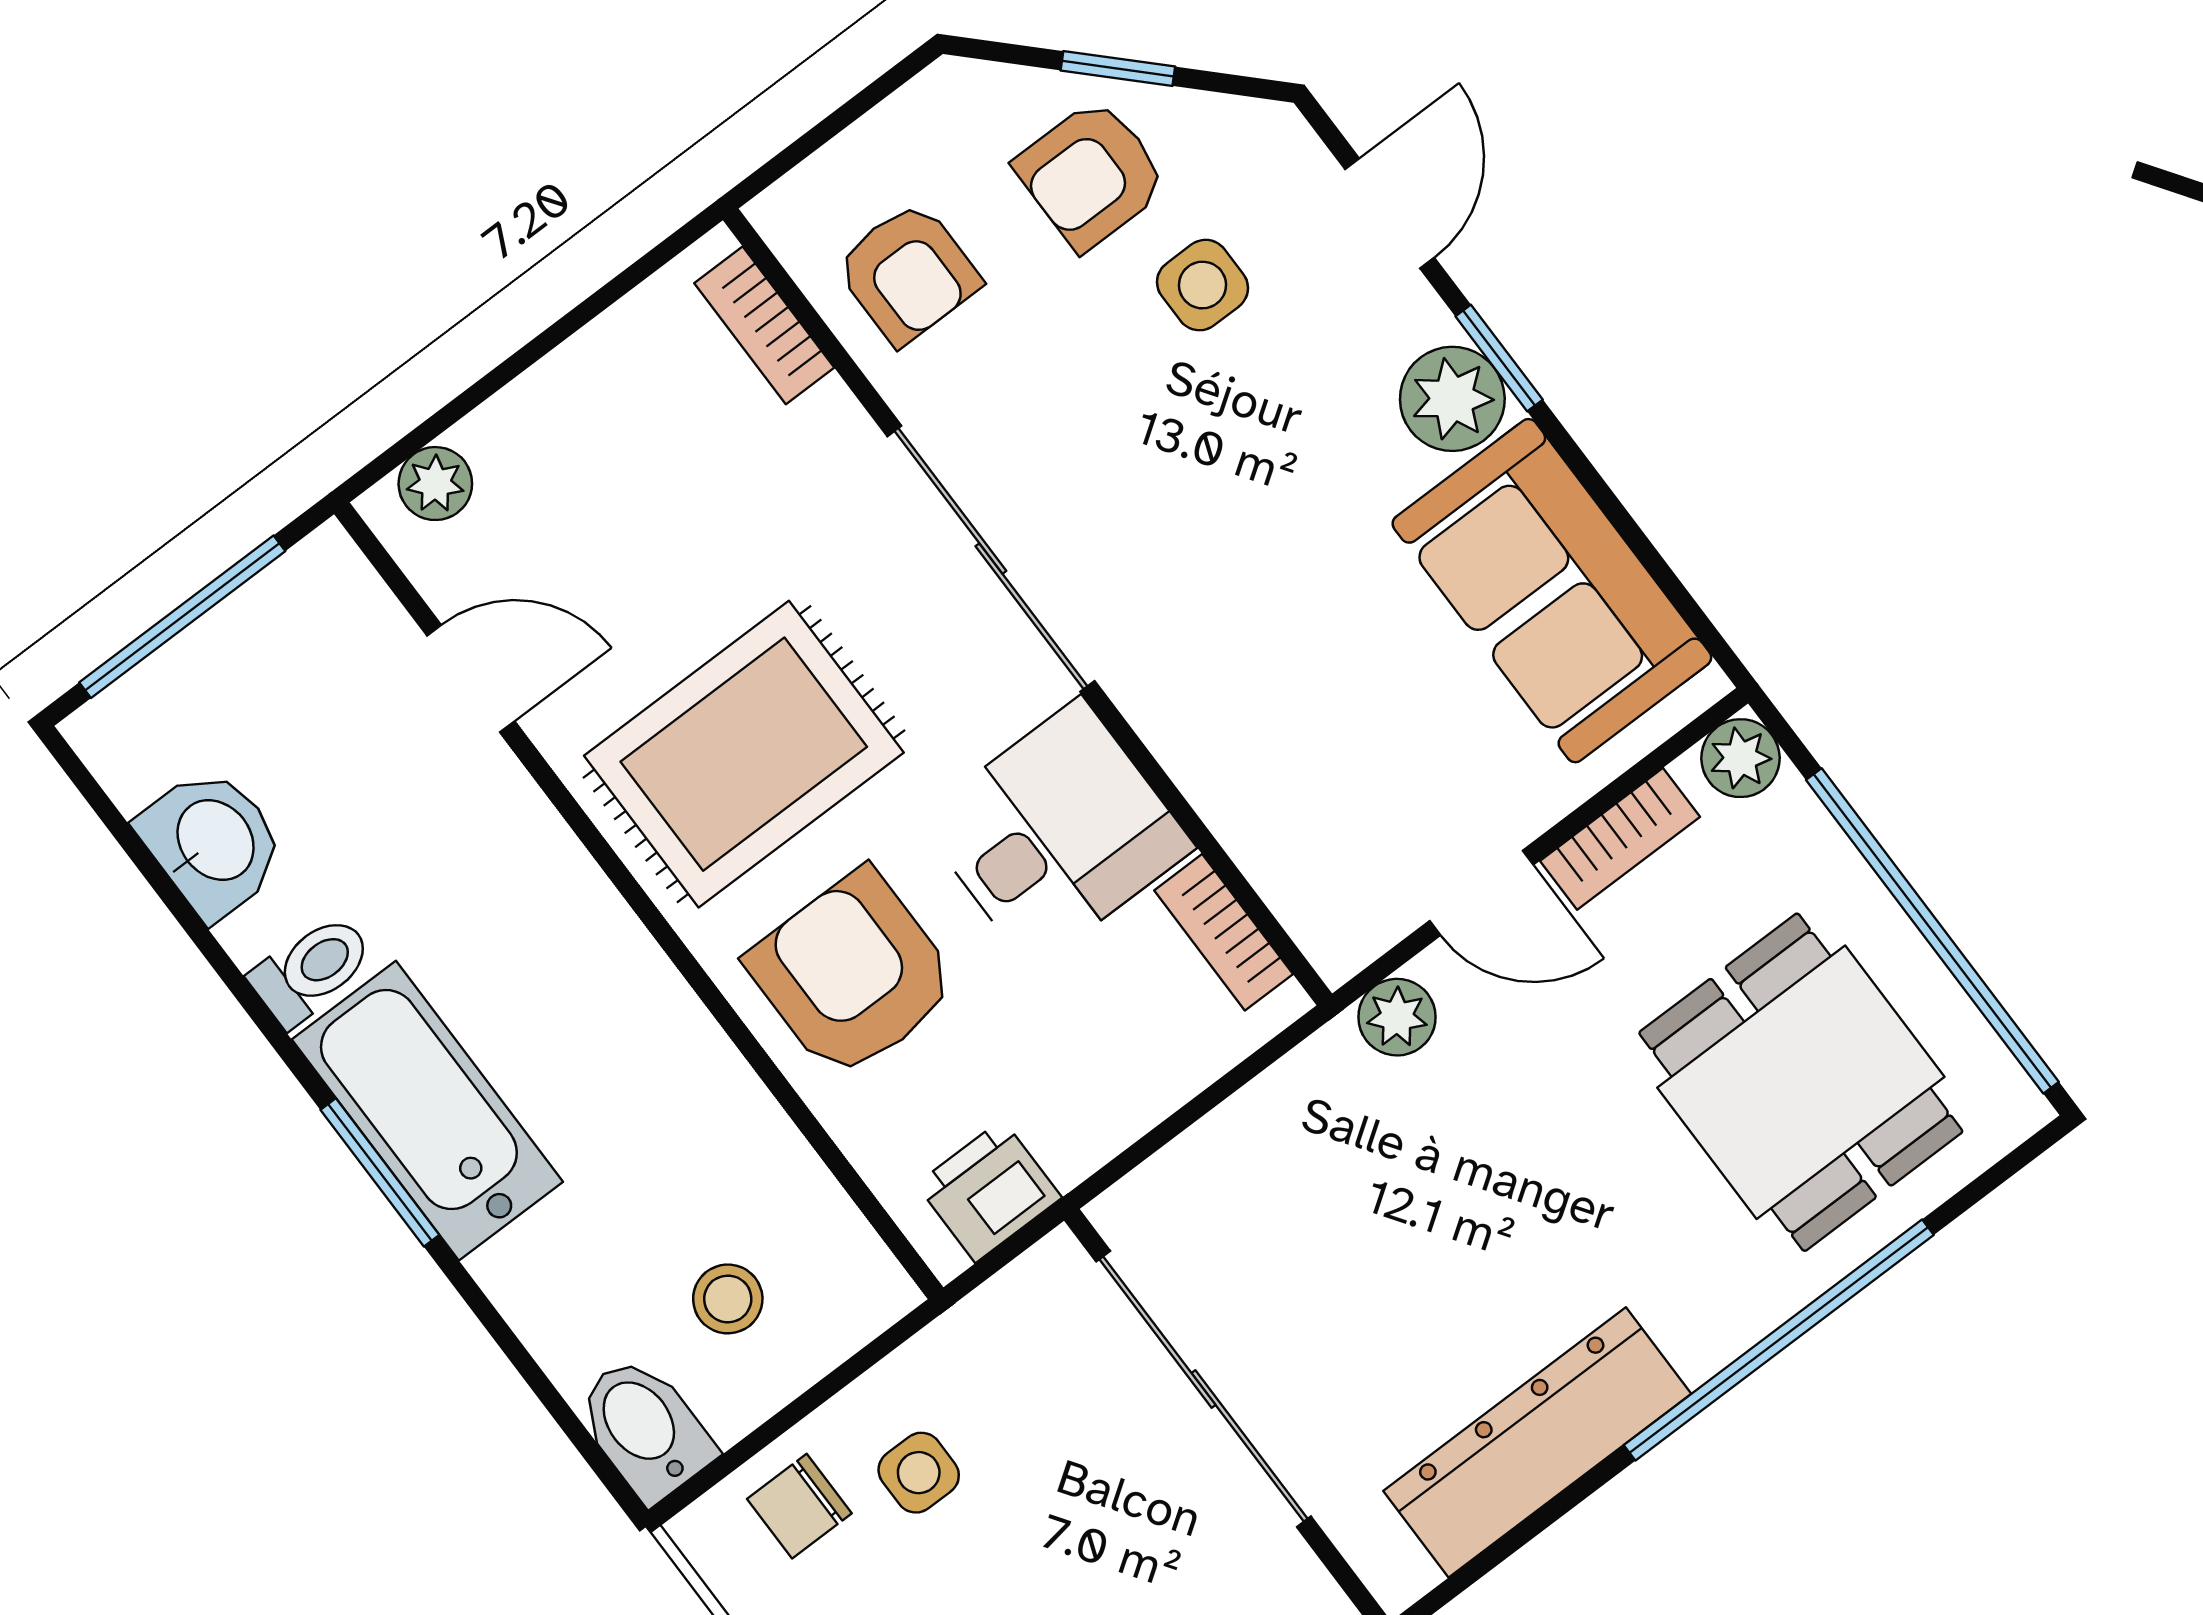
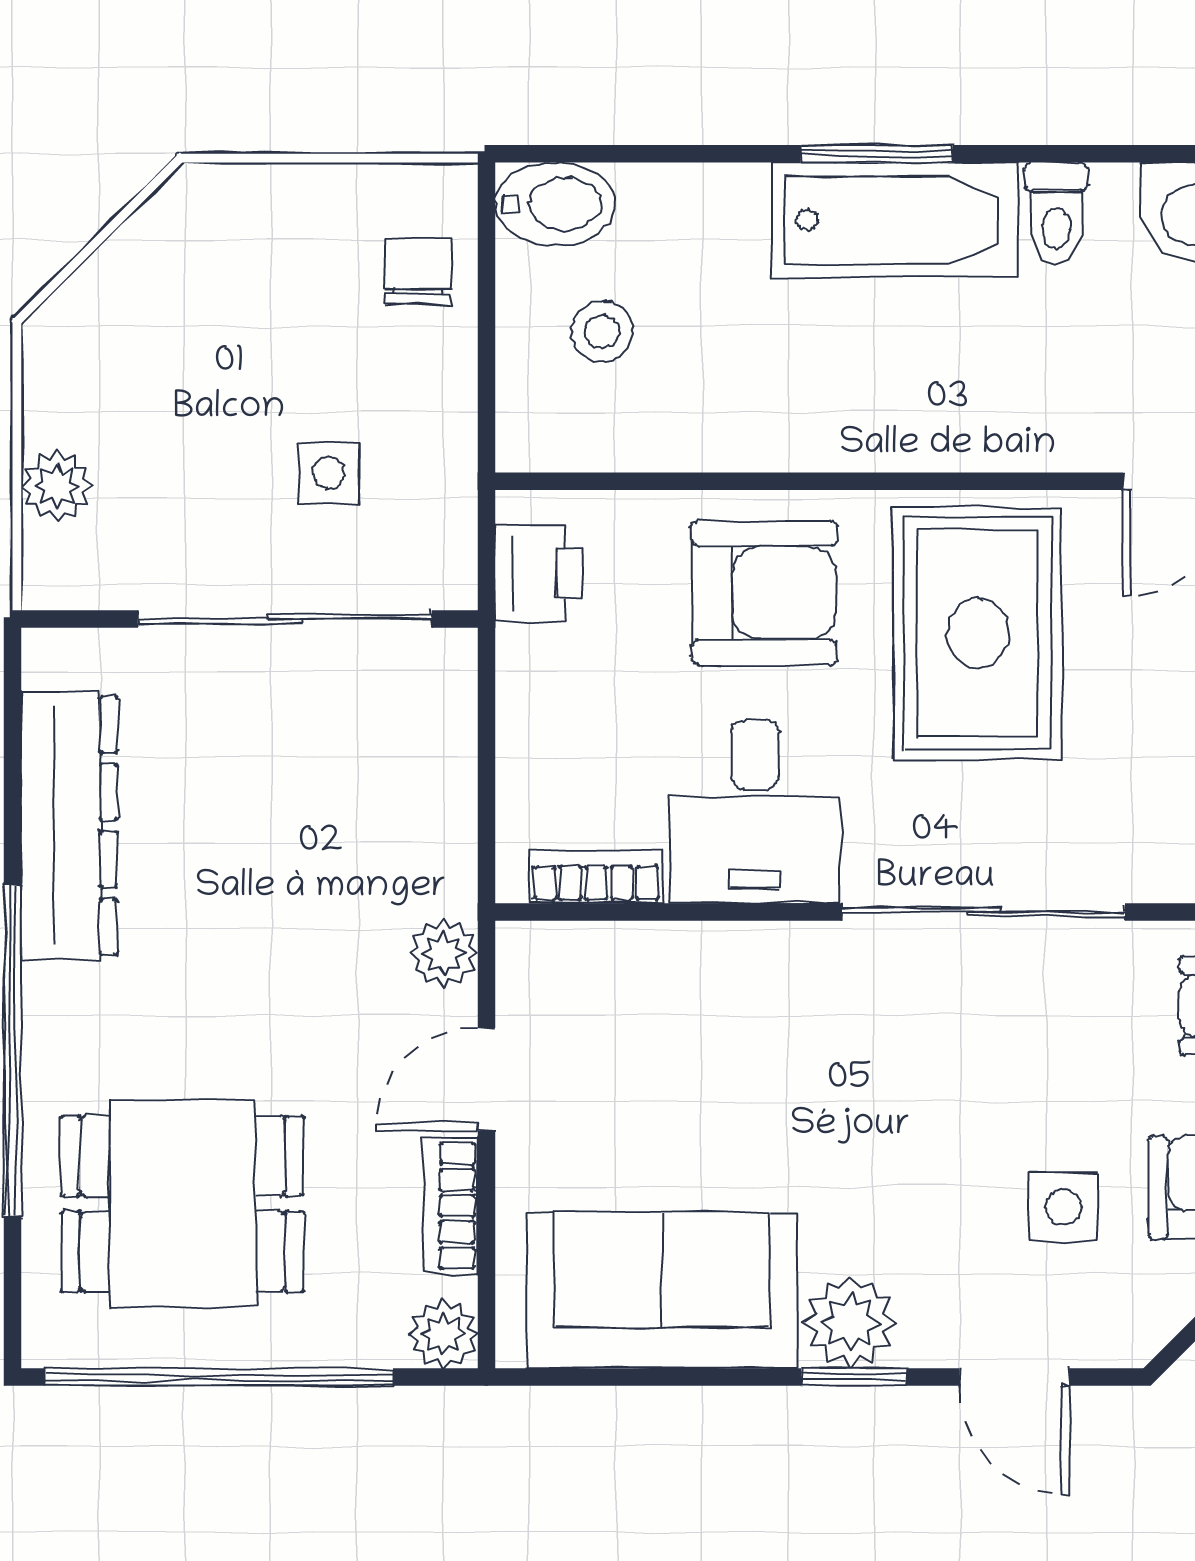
side table: (919, 1473) -> (328, 472), moved

